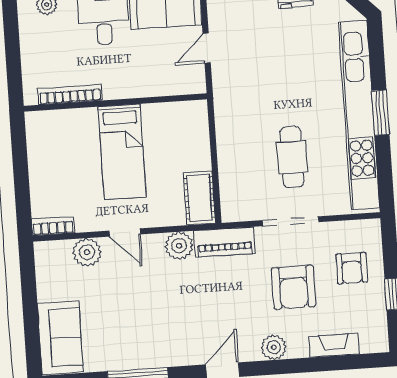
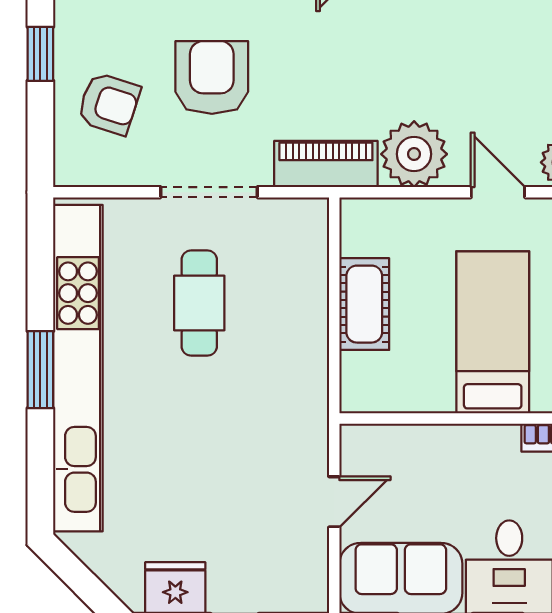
cot: (199, 198) -> (364, 304), moved
plant: (179, 246) -> (414, 154), width x1.36, depth x1.36
armchair: (352, 268) -> (109, 104), turned 108

